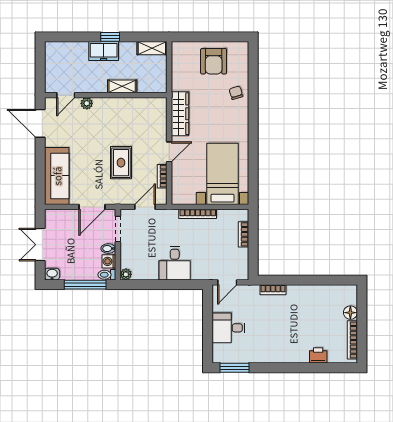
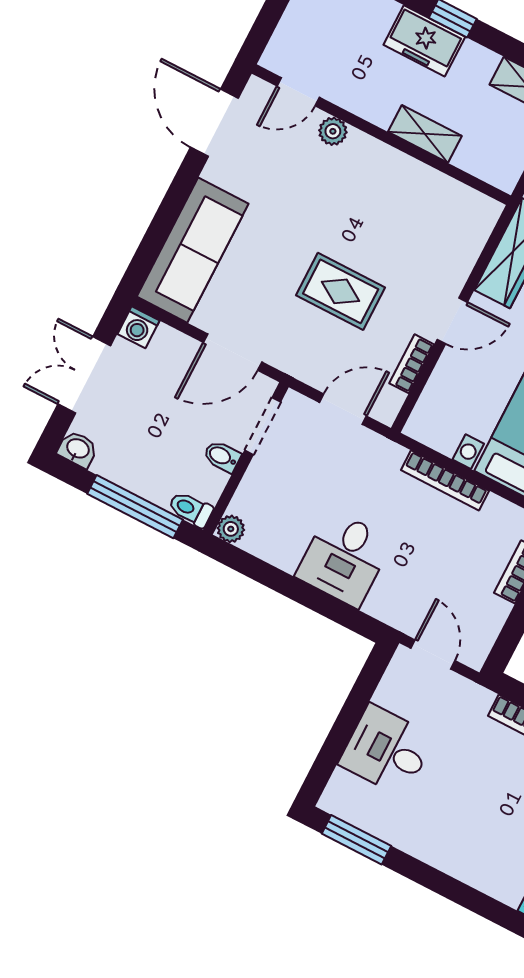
rug: (121, 163) -> (341, 291), turned 90
washing machine: (109, 261) -> (139, 327), moved, turned -90
door: (227, 282) -> (433, 654), swing flipped

